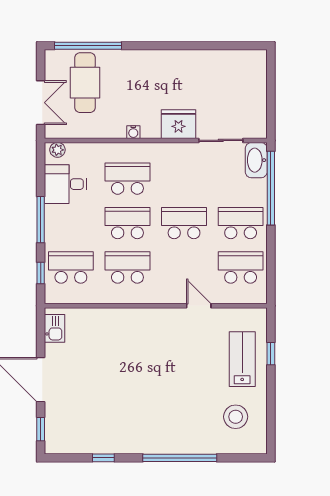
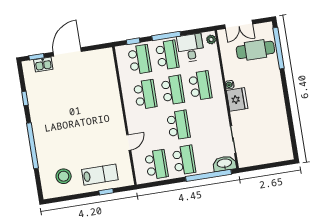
fridge: (178, 124) -> (237, 99), moved
school desk: (71, 223) -> (167, 55), added
kitchen sink: (54, 328) -> (43, 64), moved

